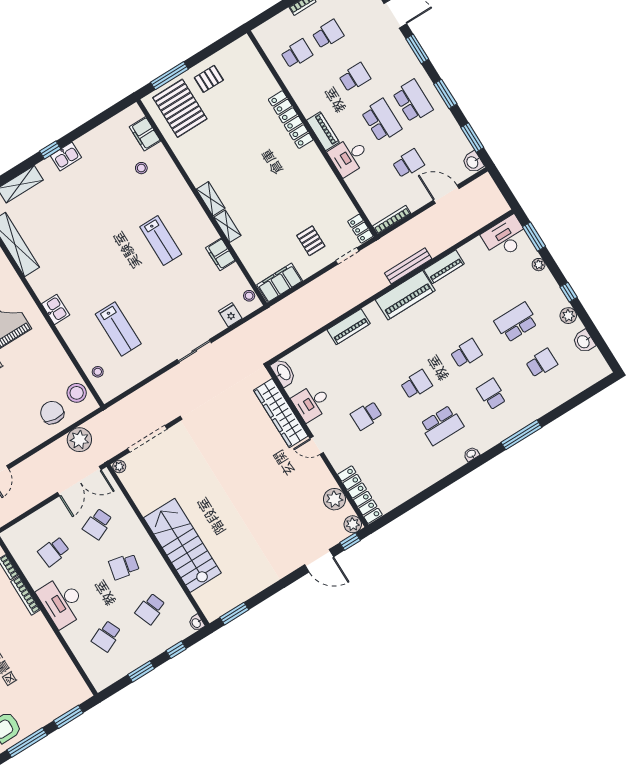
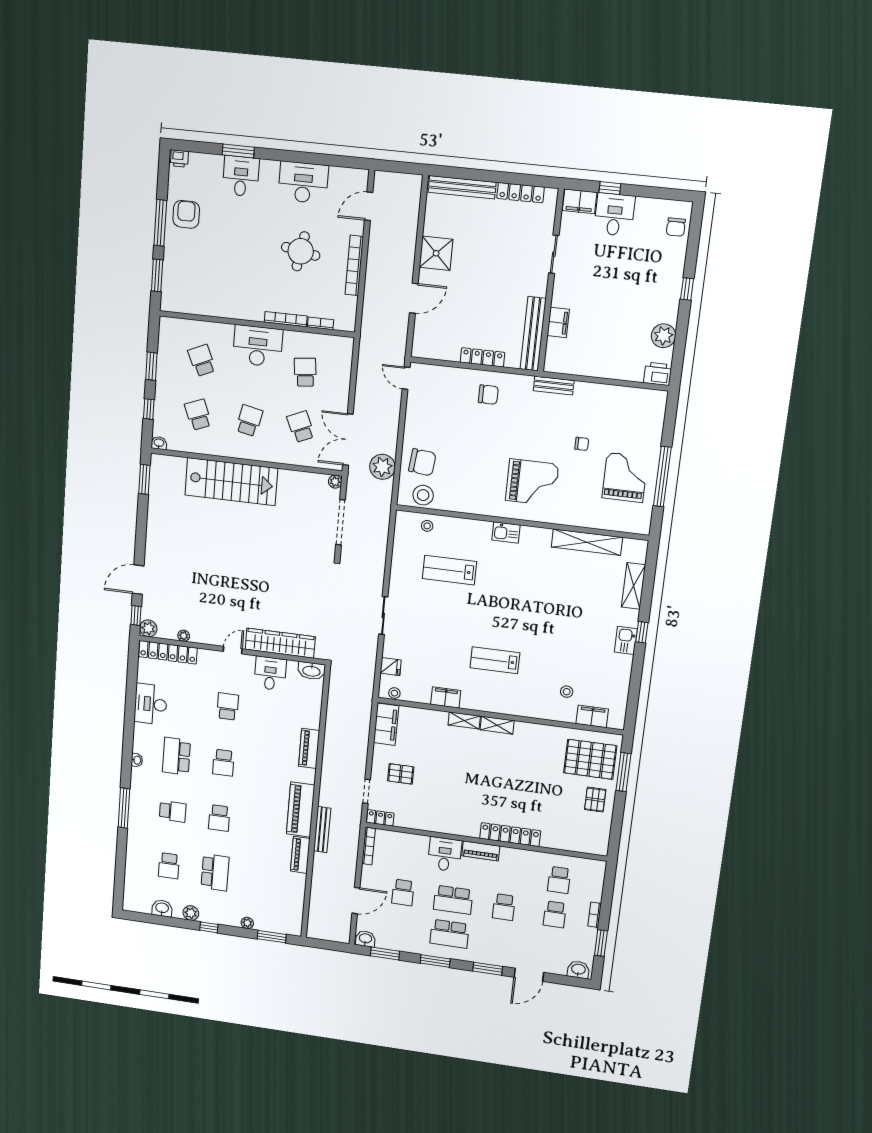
desk: (505, 237) -> (151, 704), moved, turned 180
plant: (334, 499) -> (184, 636), width x0.53, depth x0.53

